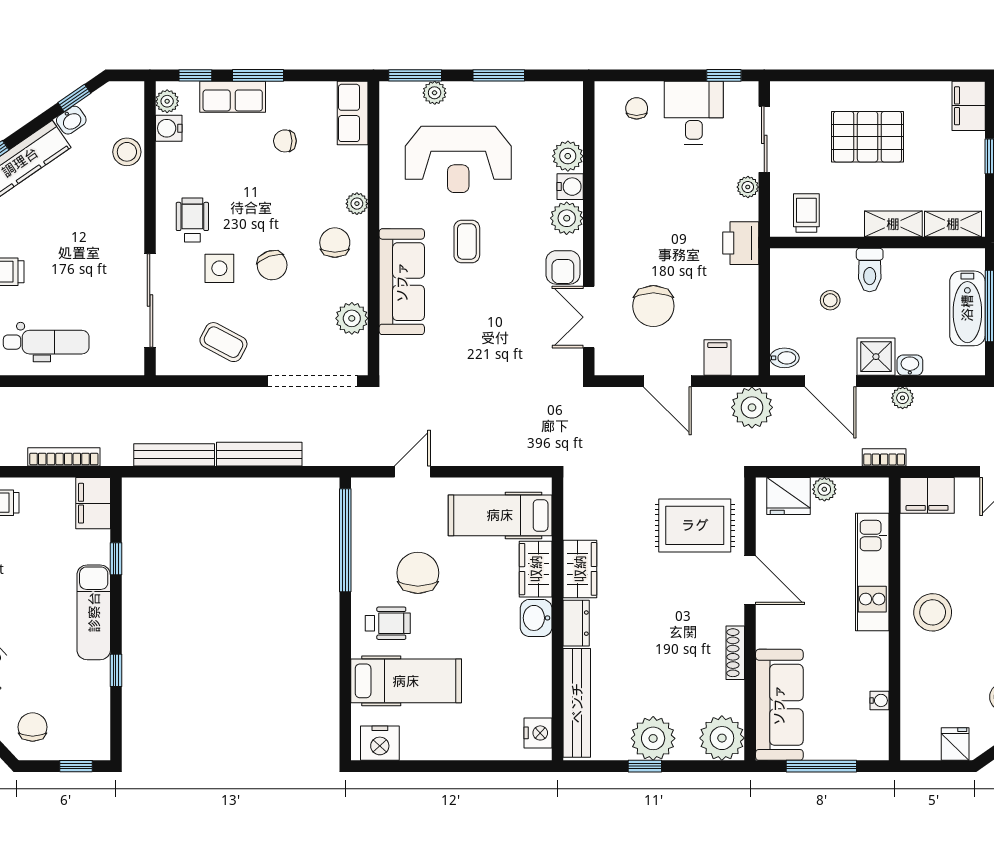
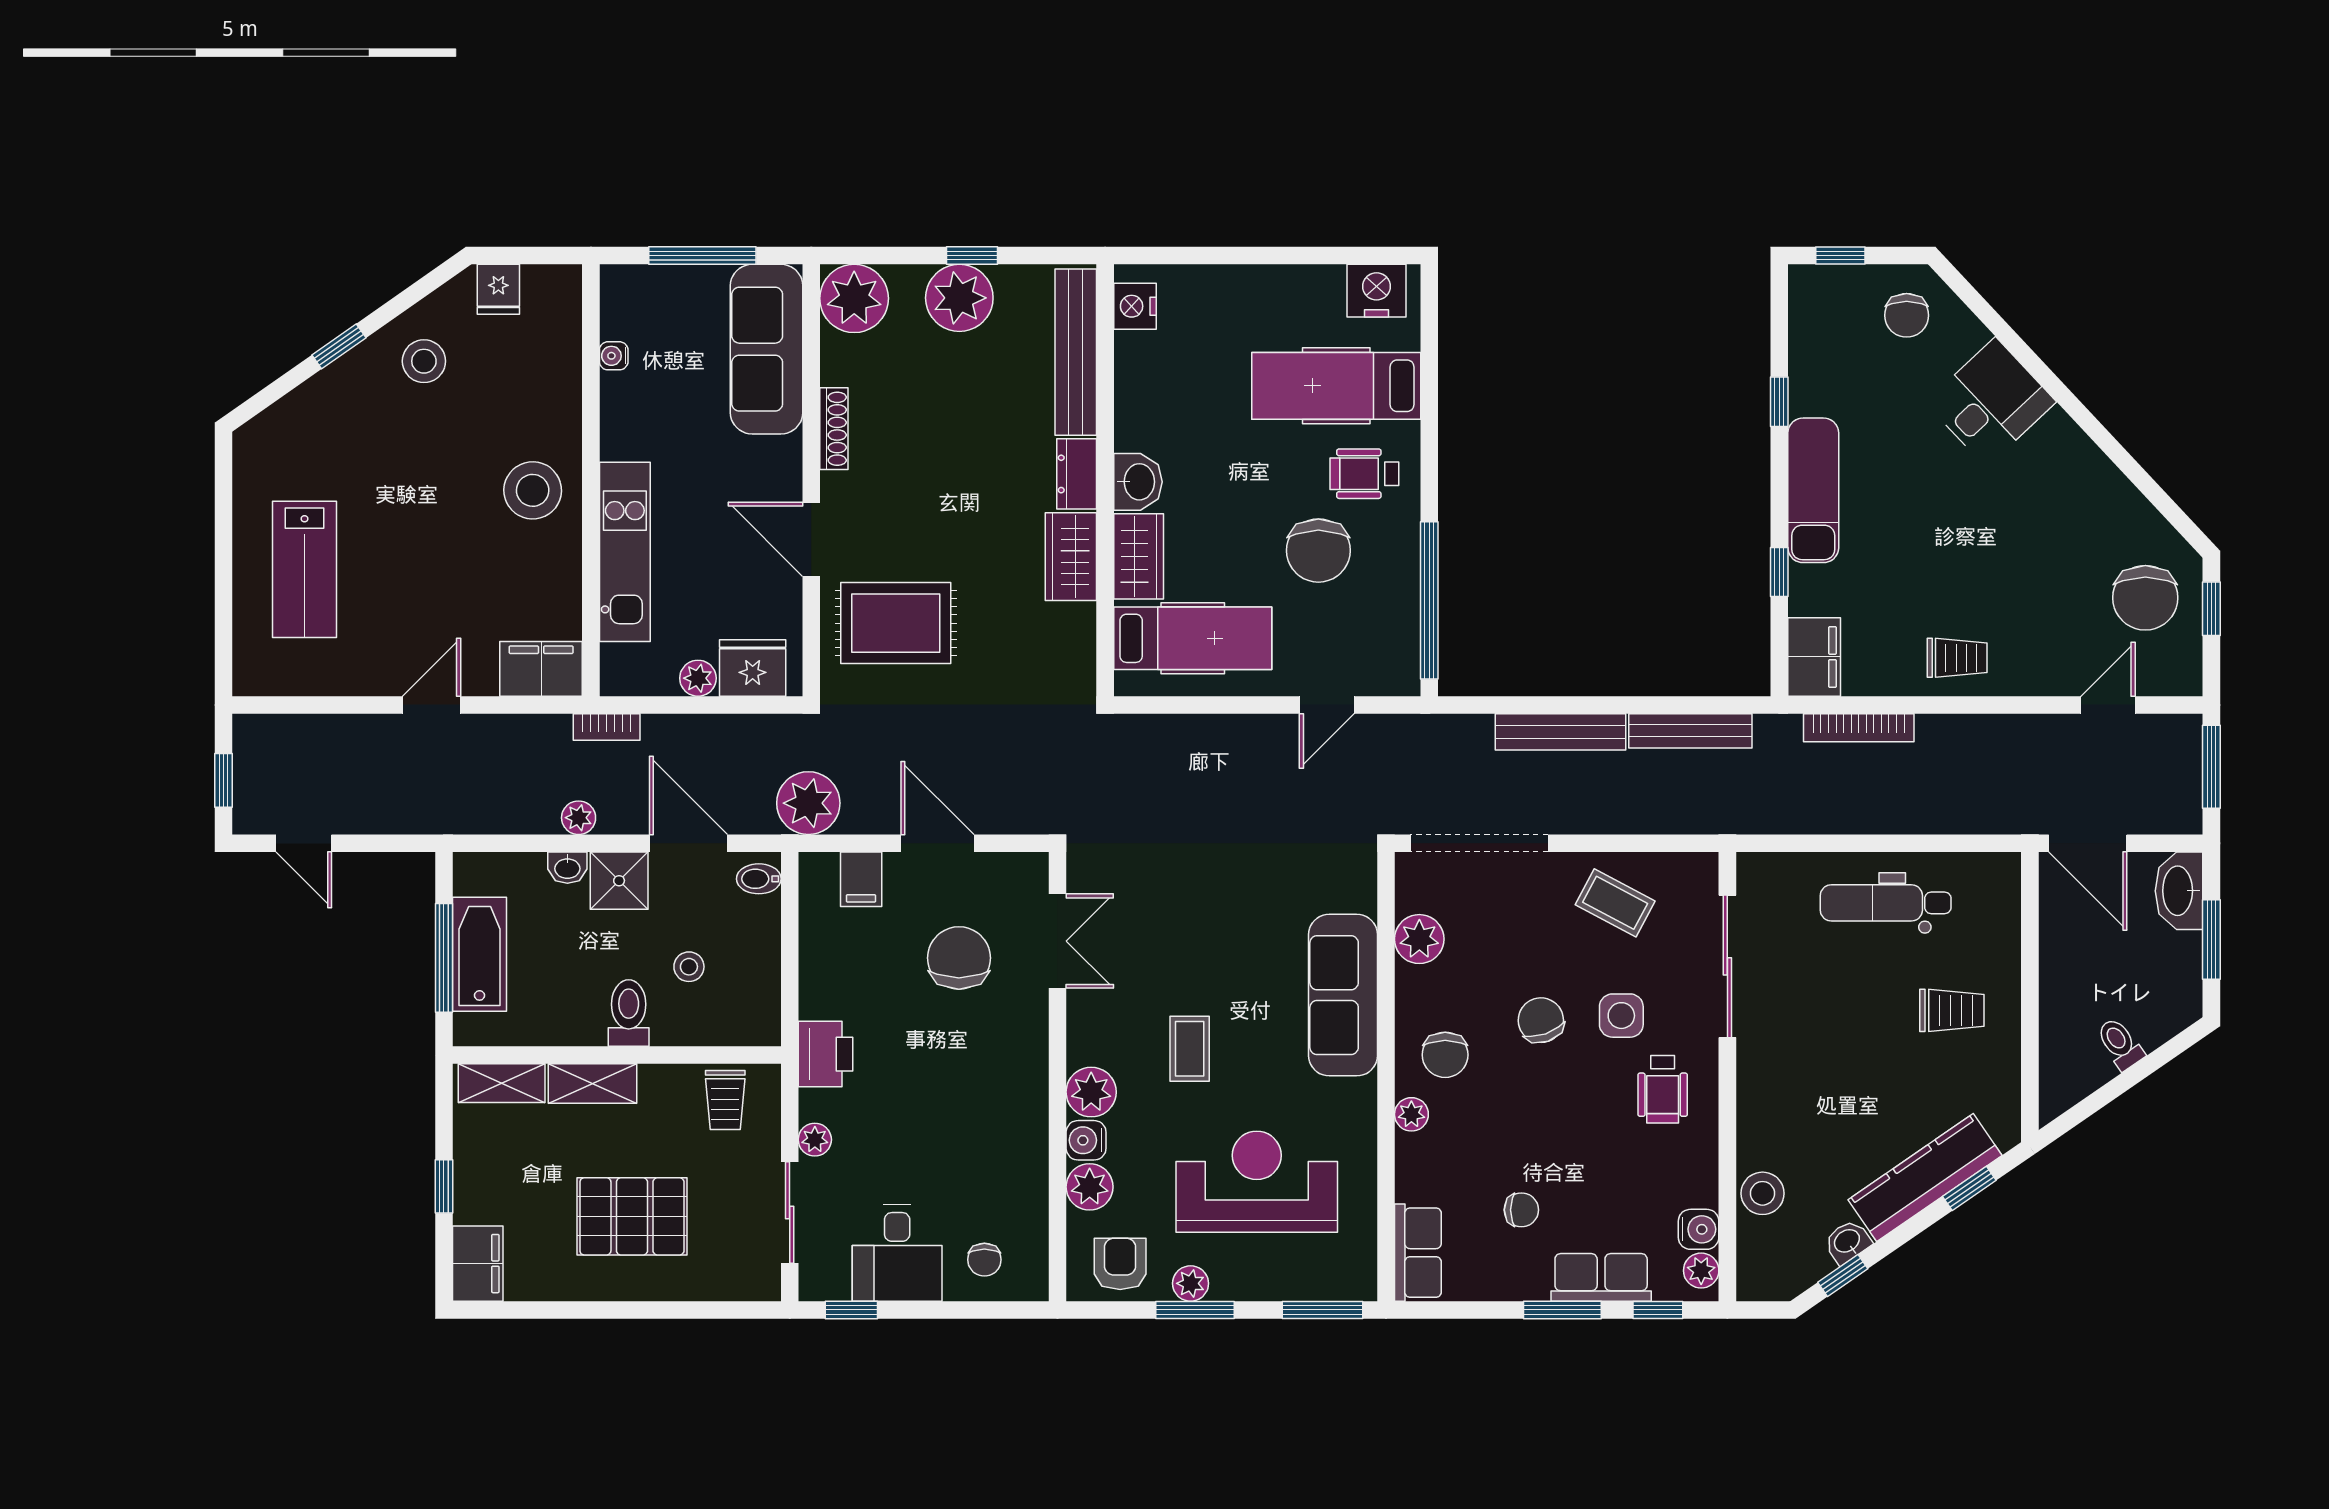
plant: (435, 93) -> (1191, 1283), moved
coffee table: (467, 242) -> (1190, 1049), moved
armchair: (563, 267) -> (1120, 1264), moved

